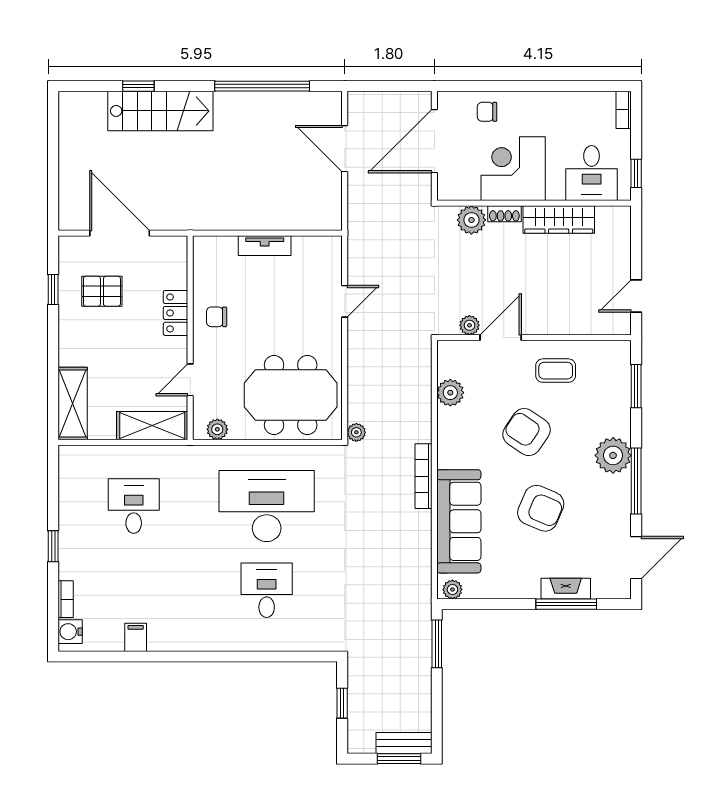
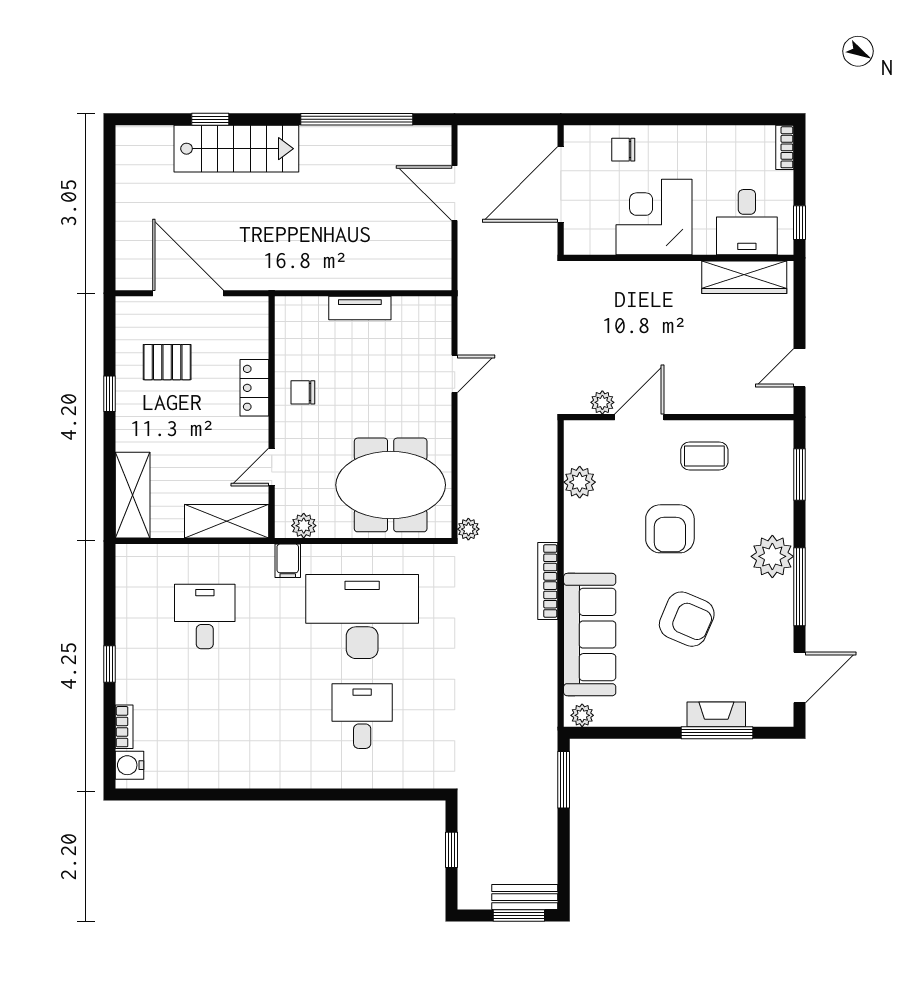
shoe rack: (504, 214) -> (644, 270), removed
wardrobe: (559, 219) -> (744, 277), moved
plant: (471, 220) -> (605, 278), removed
window: (53, 289) -> (109, 394), moved
armchair: (527, 432) -> (670, 529), turned -124
filing cabinet: (136, 637) -> (288, 561), moved, turned 180

